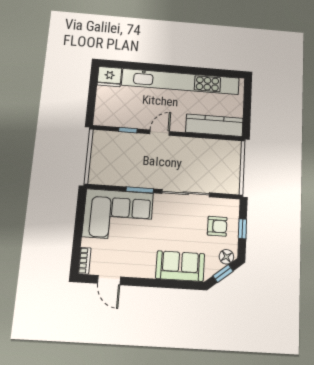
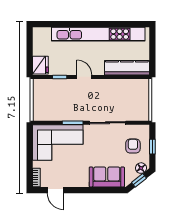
fridge: (109, 77) -> (40, 65), moved, turned -90
door: (160, 133) -> (84, 77), hinge flipped
armchair: (217, 226) -> (133, 146), turned -90

